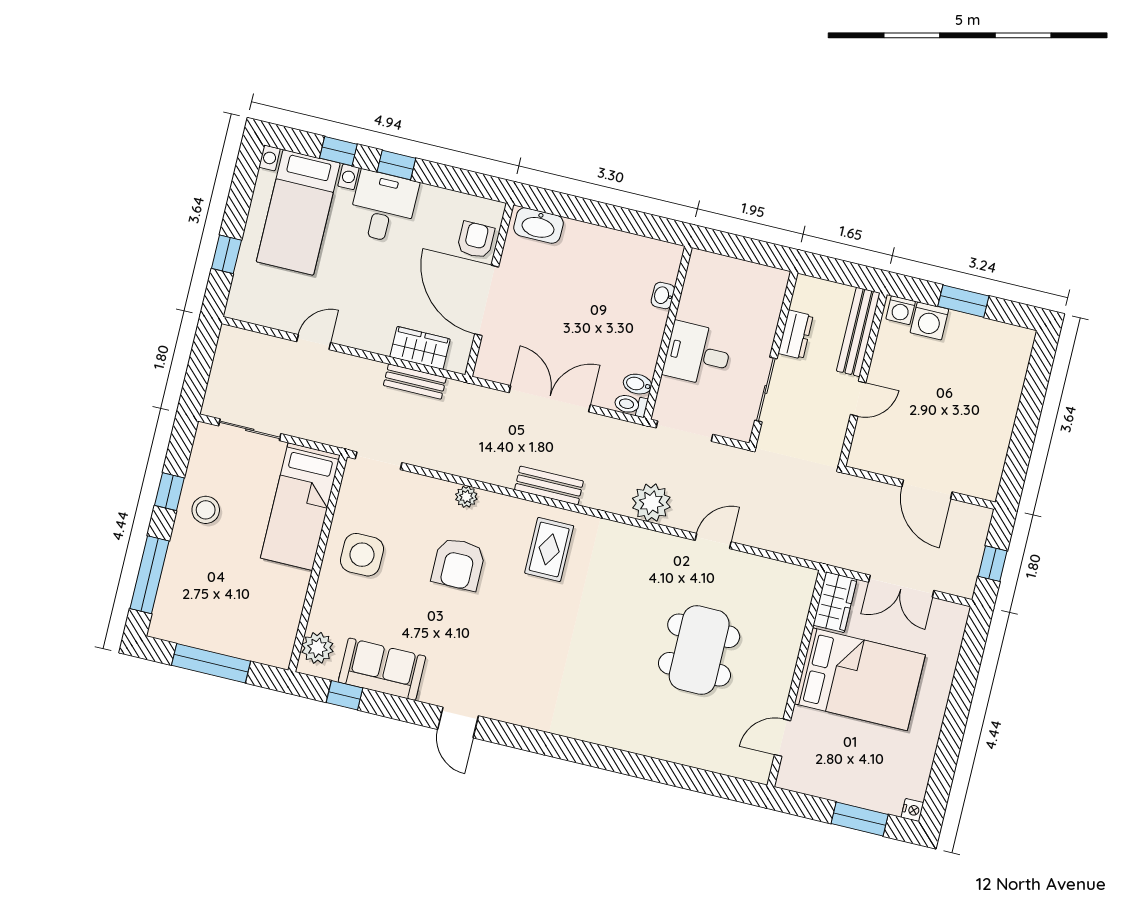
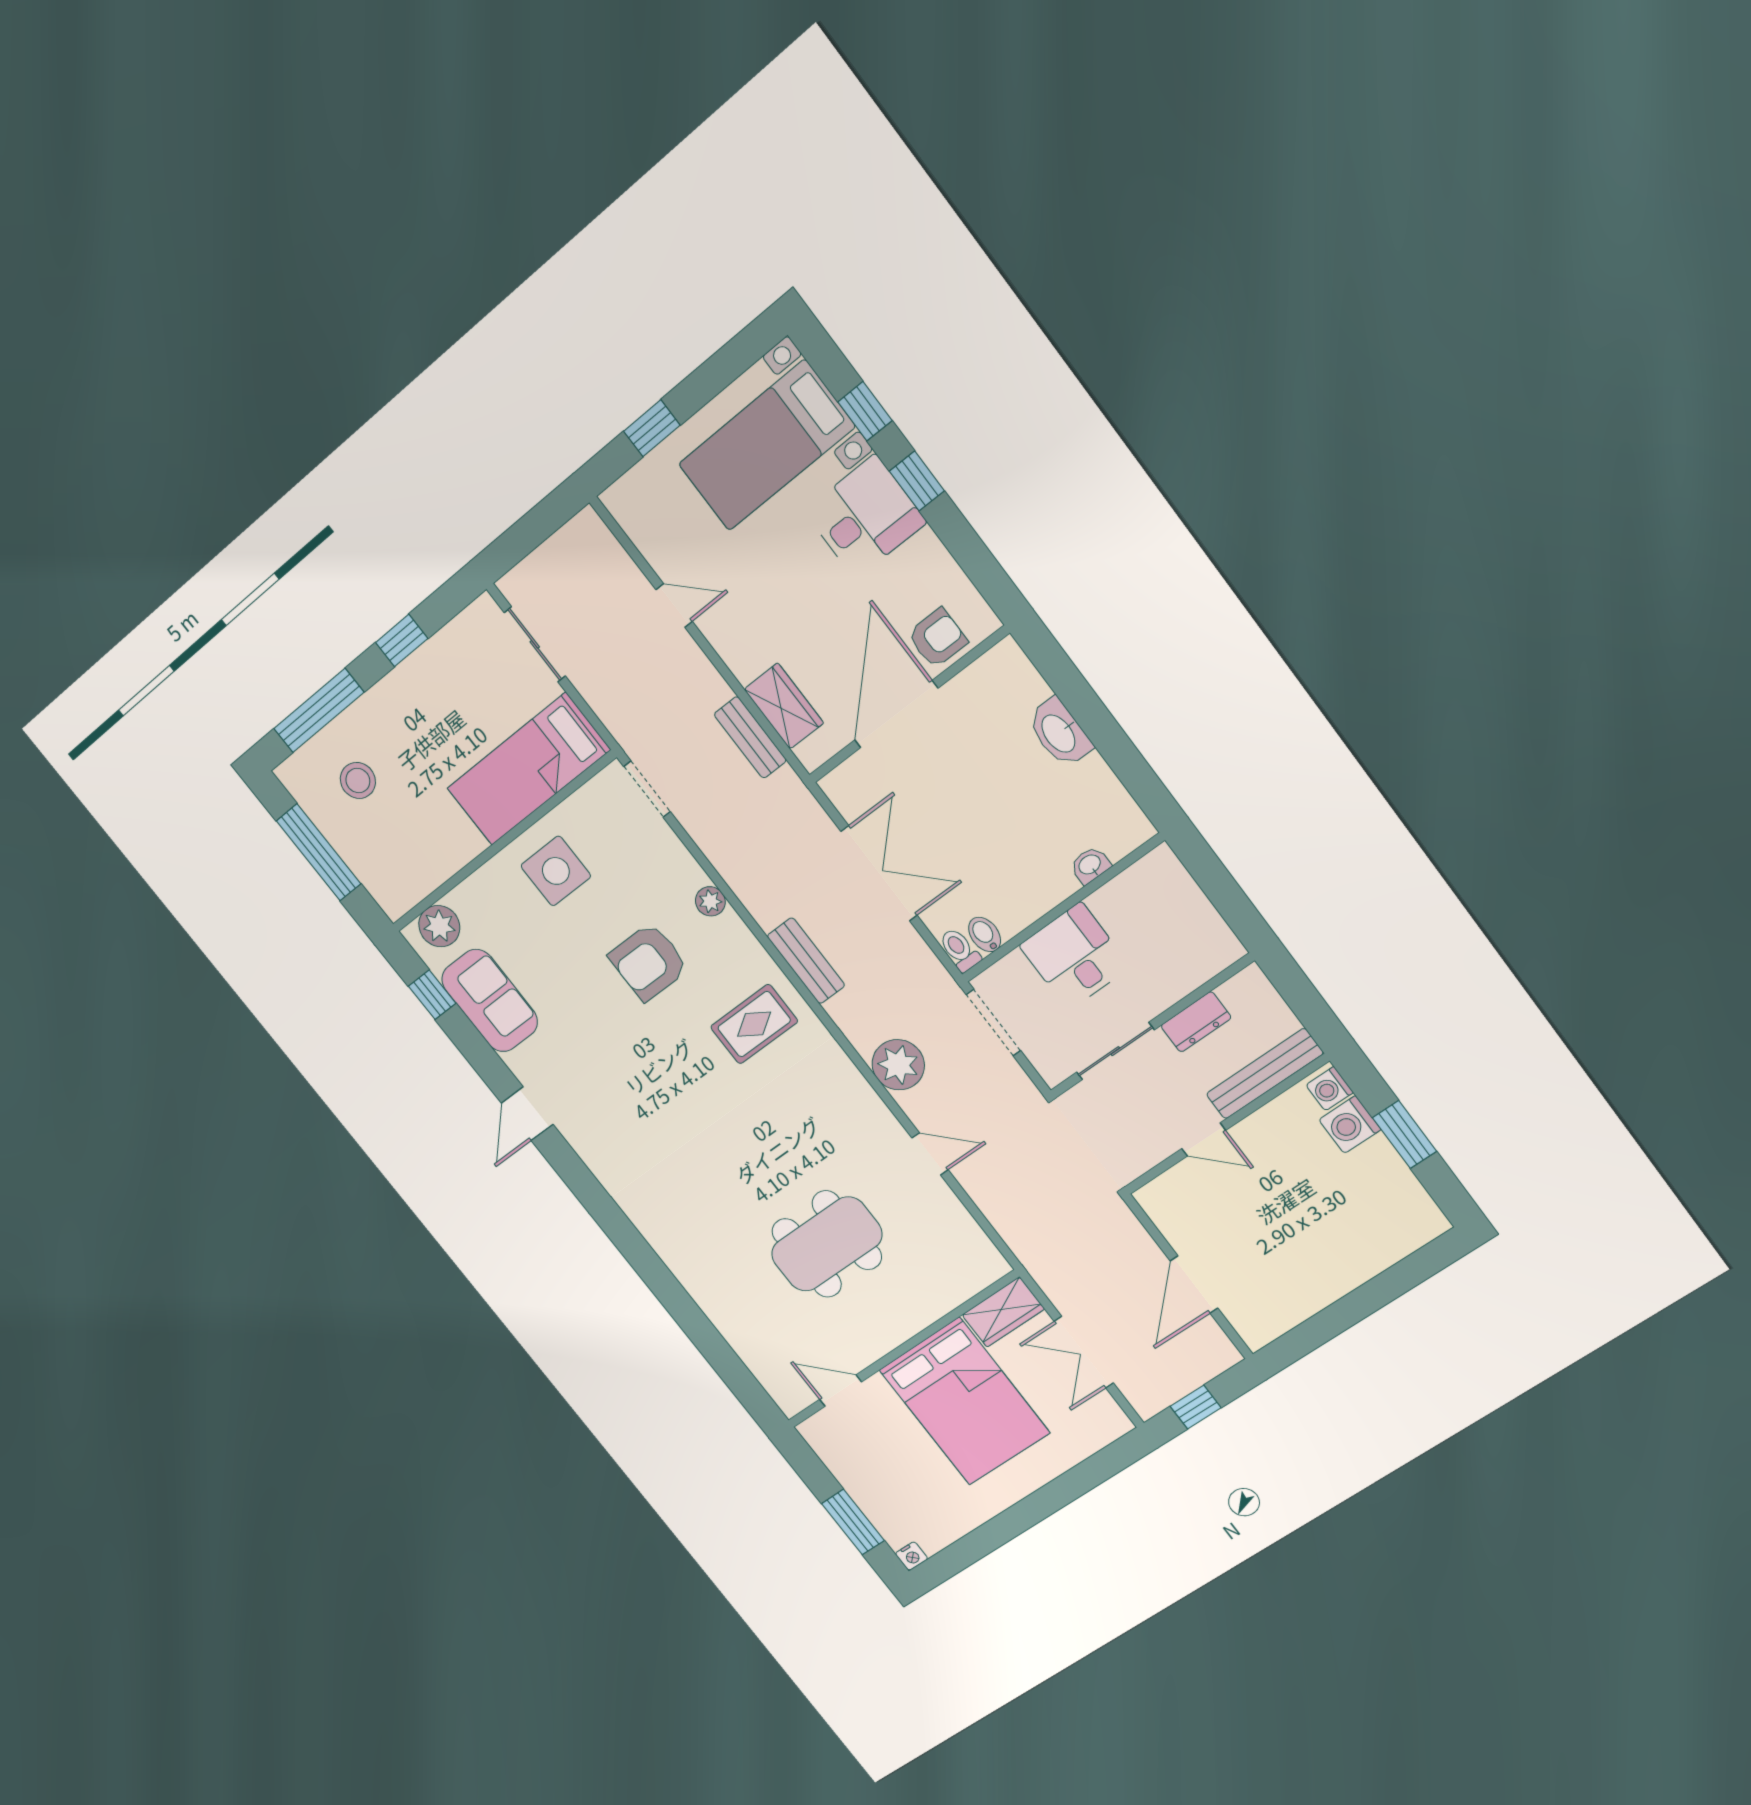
washbasin: (538, 225) -> (1059, 733), moved
stool: (206, 510) -> (358, 780), moved

